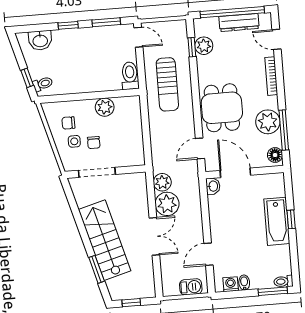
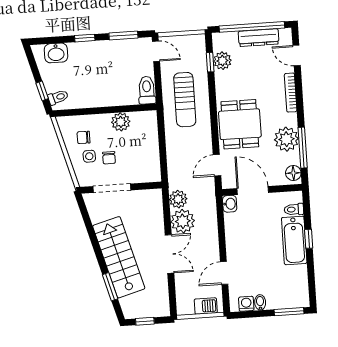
toilet: (283, 281) -> (294, 209), moved

